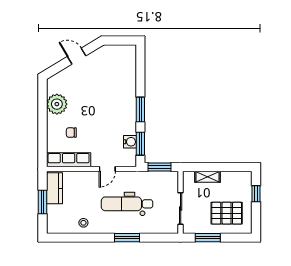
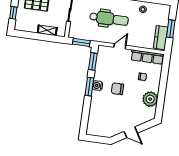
chair: (103, 112) -> (117, 89), added
water cooler: (130, 142) -> (97, 86), moved

